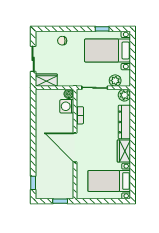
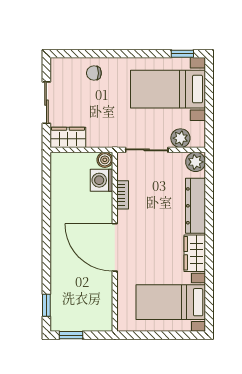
window: (102, 29) -> (182, 54), moved
window: (60, 201) -> (71, 335), moved

